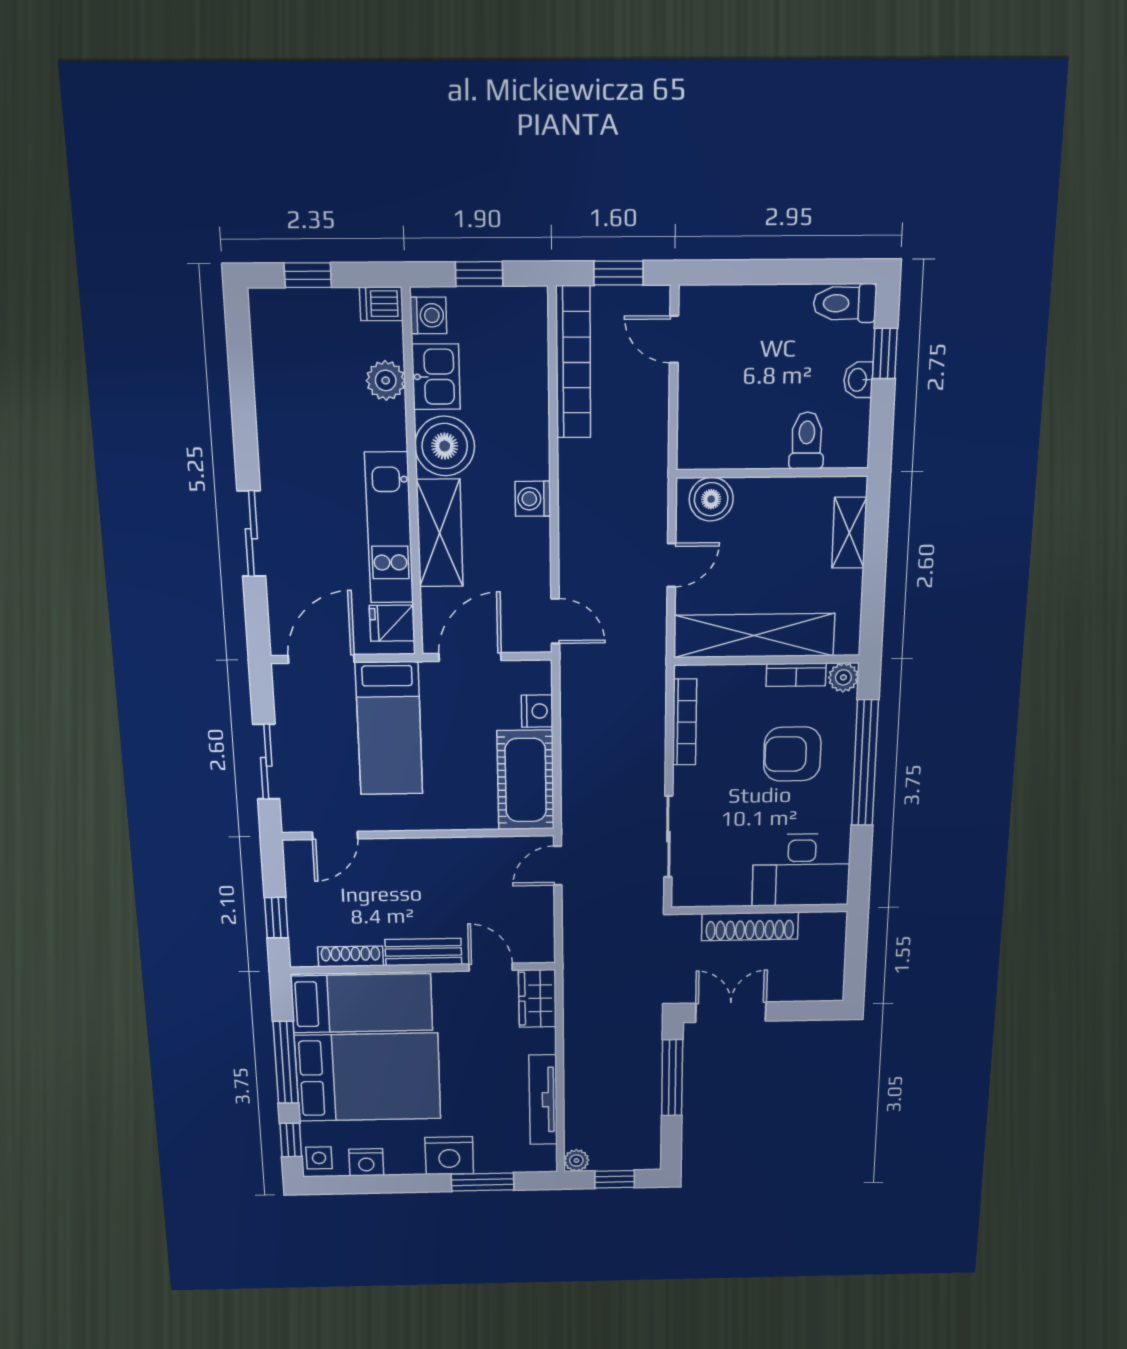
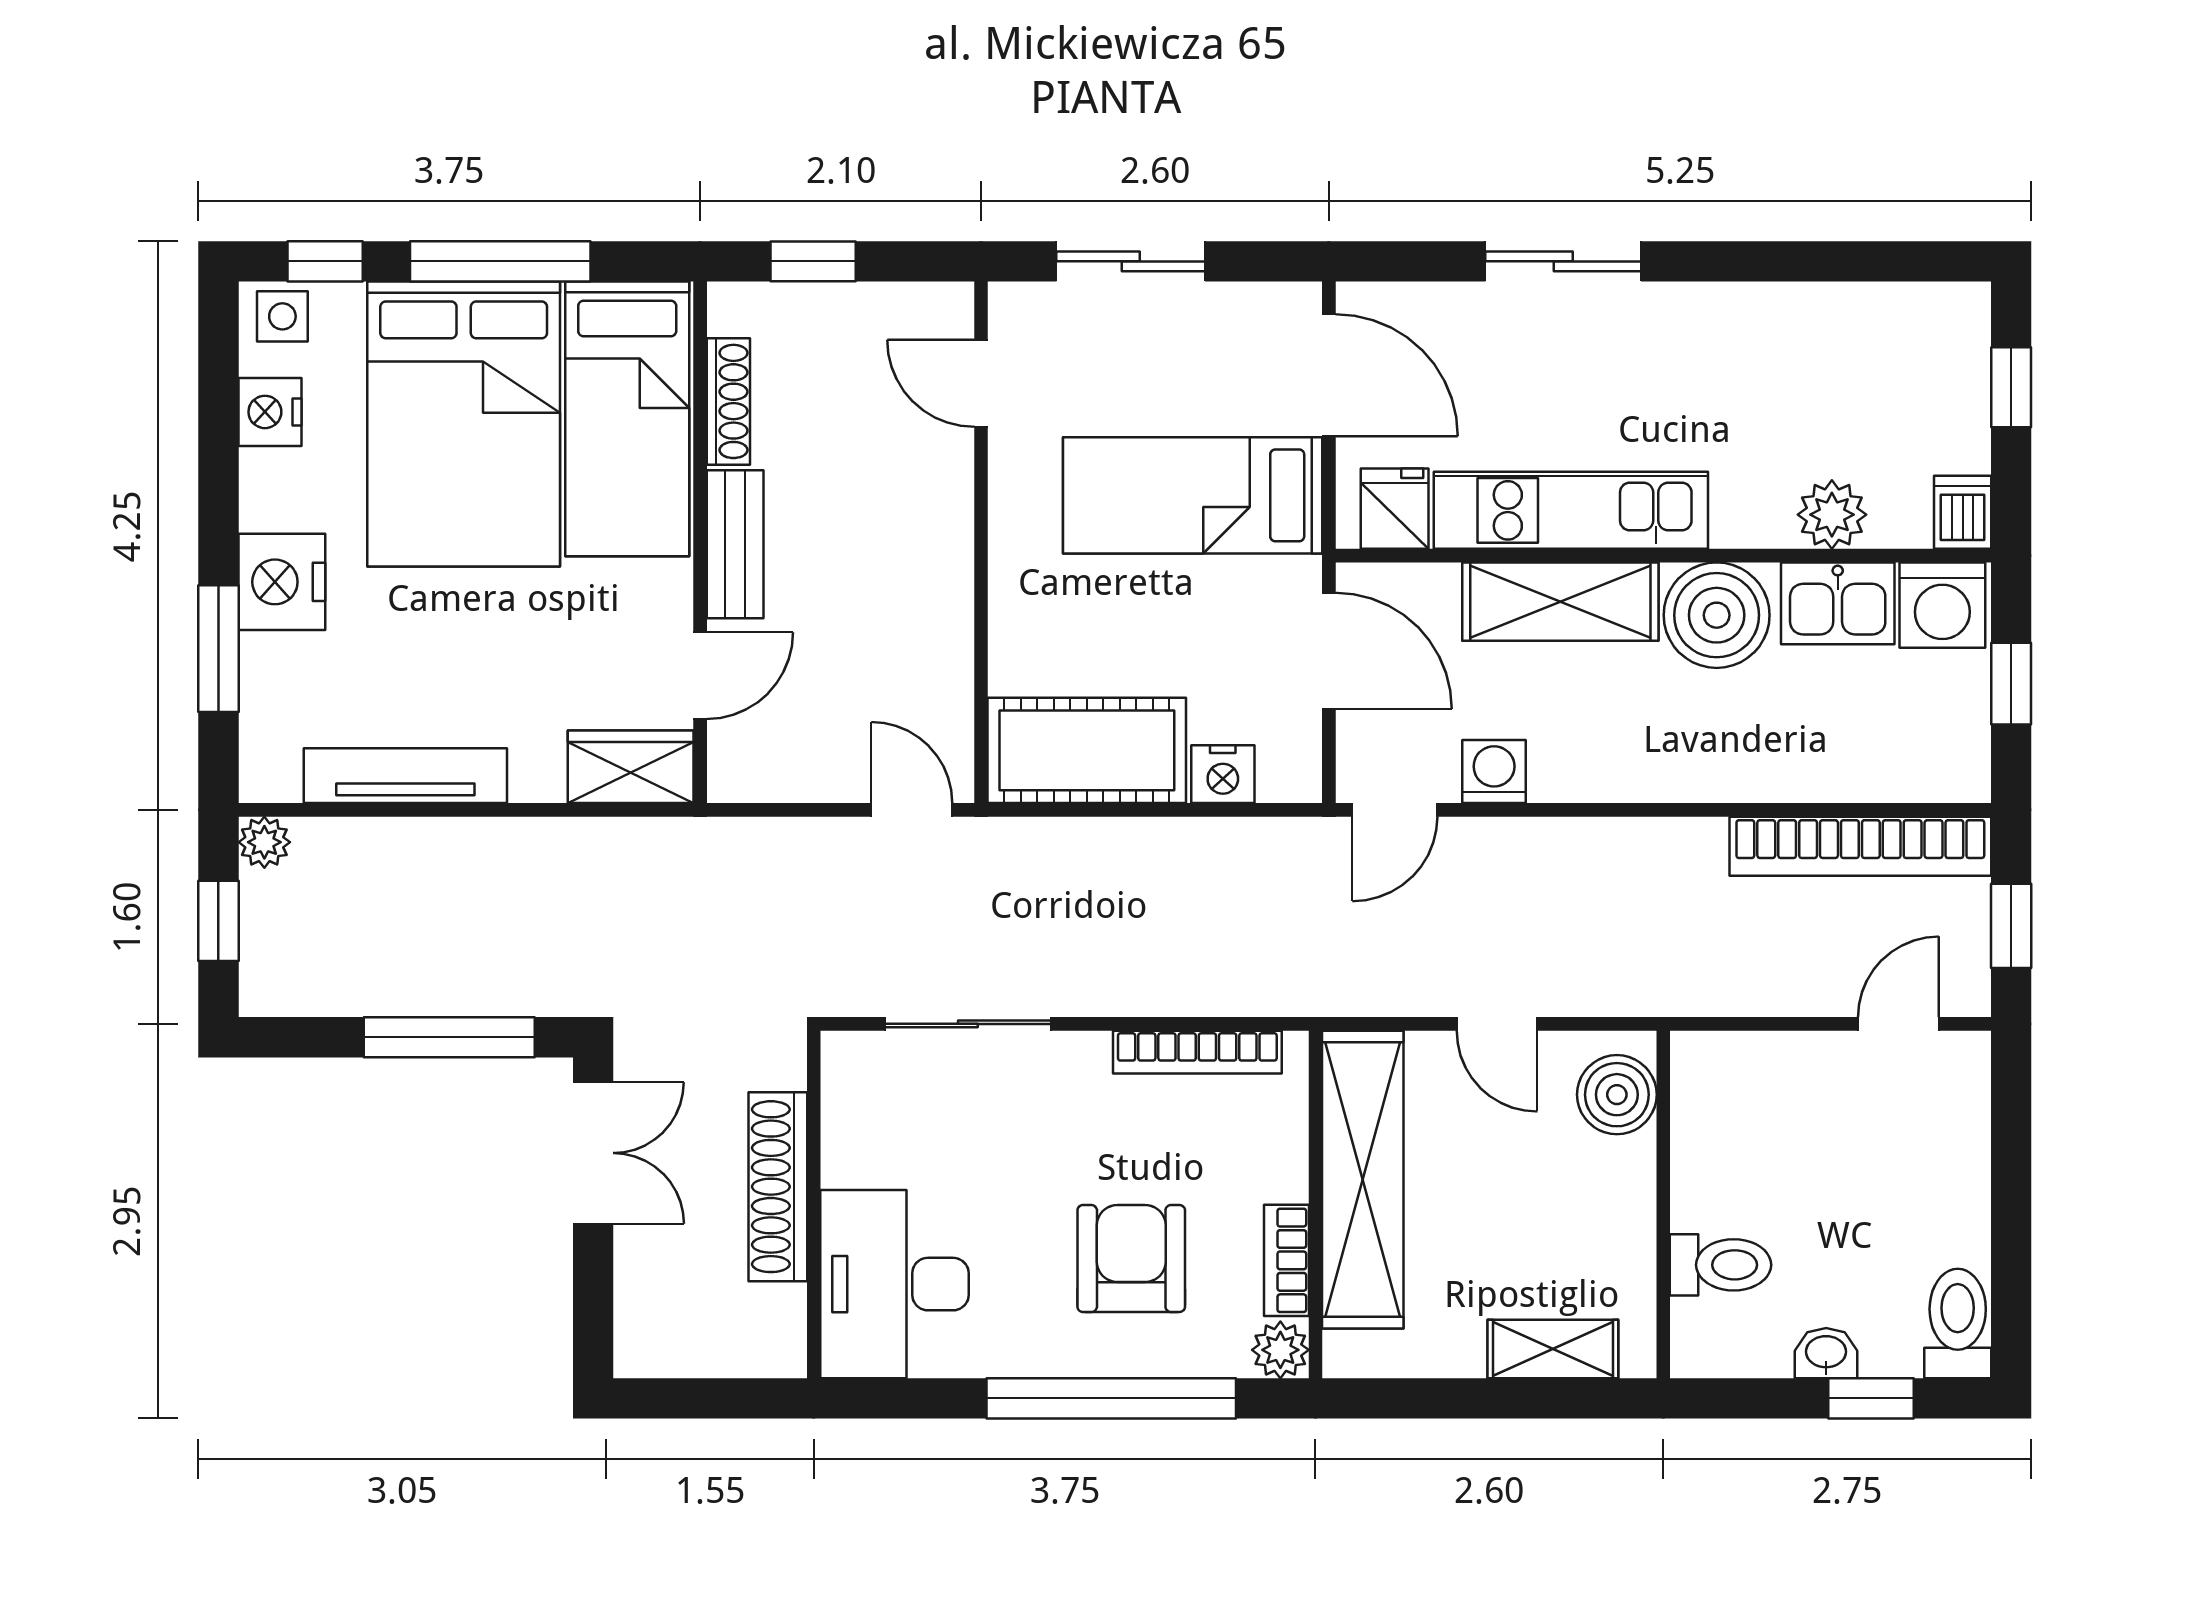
washing machine: (428, 315) -> (1942, 605), width x1.38, depth x1.38
washing machine: (533, 499) -> (1494, 771), moved

